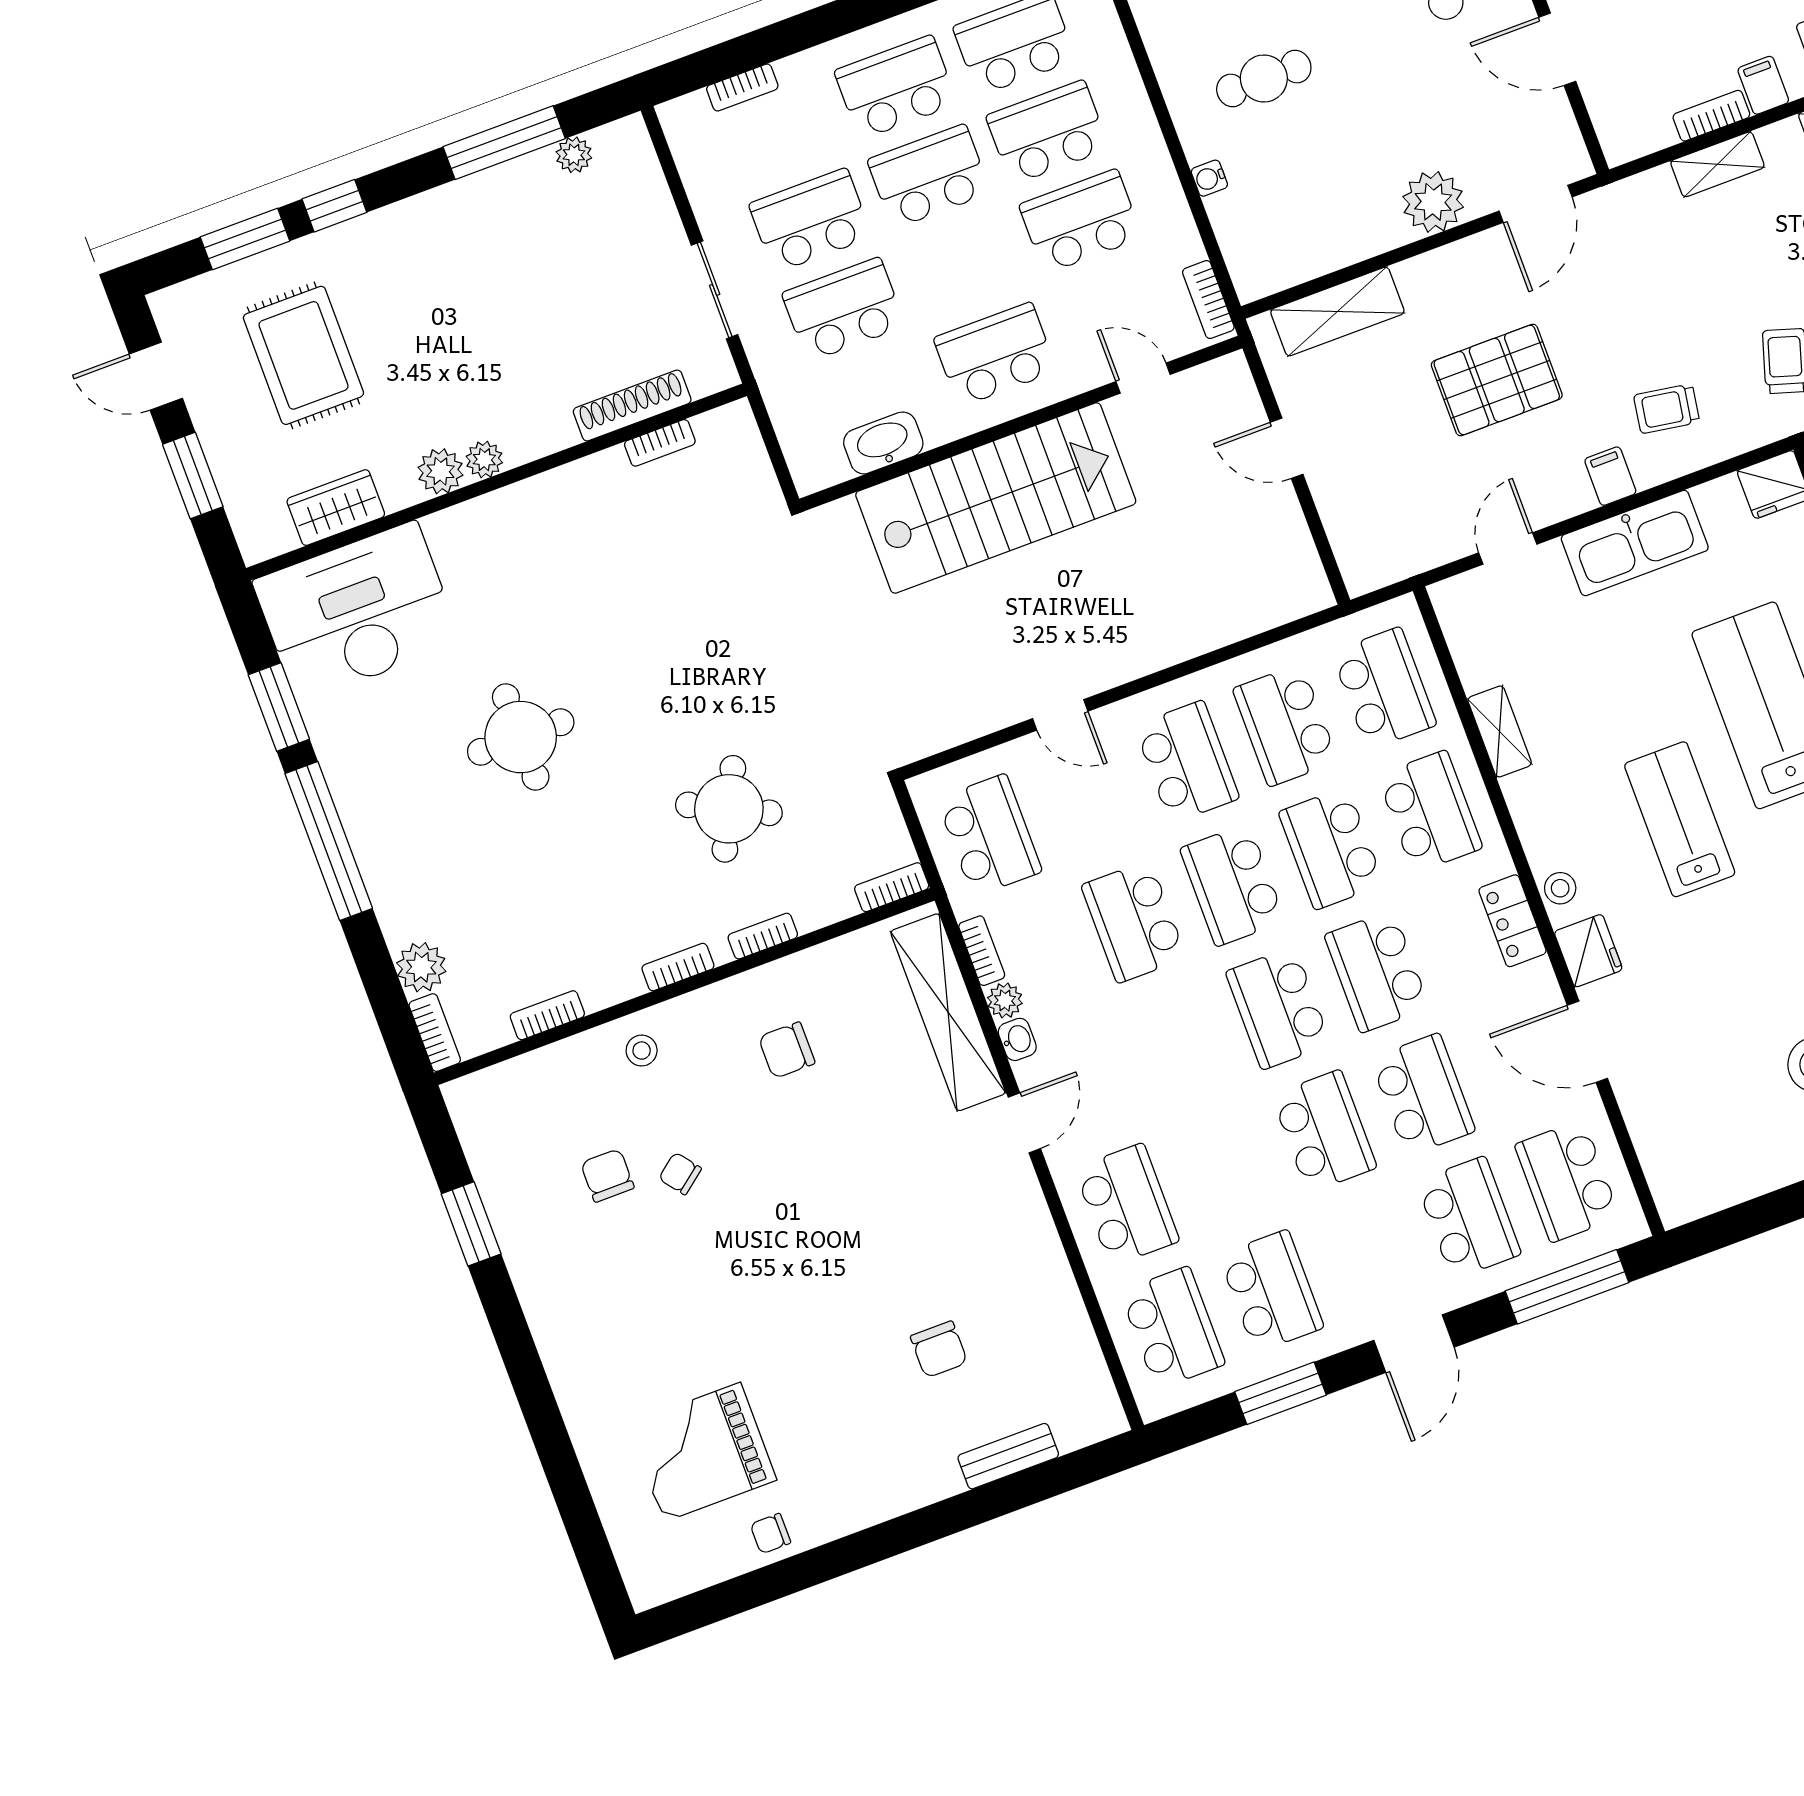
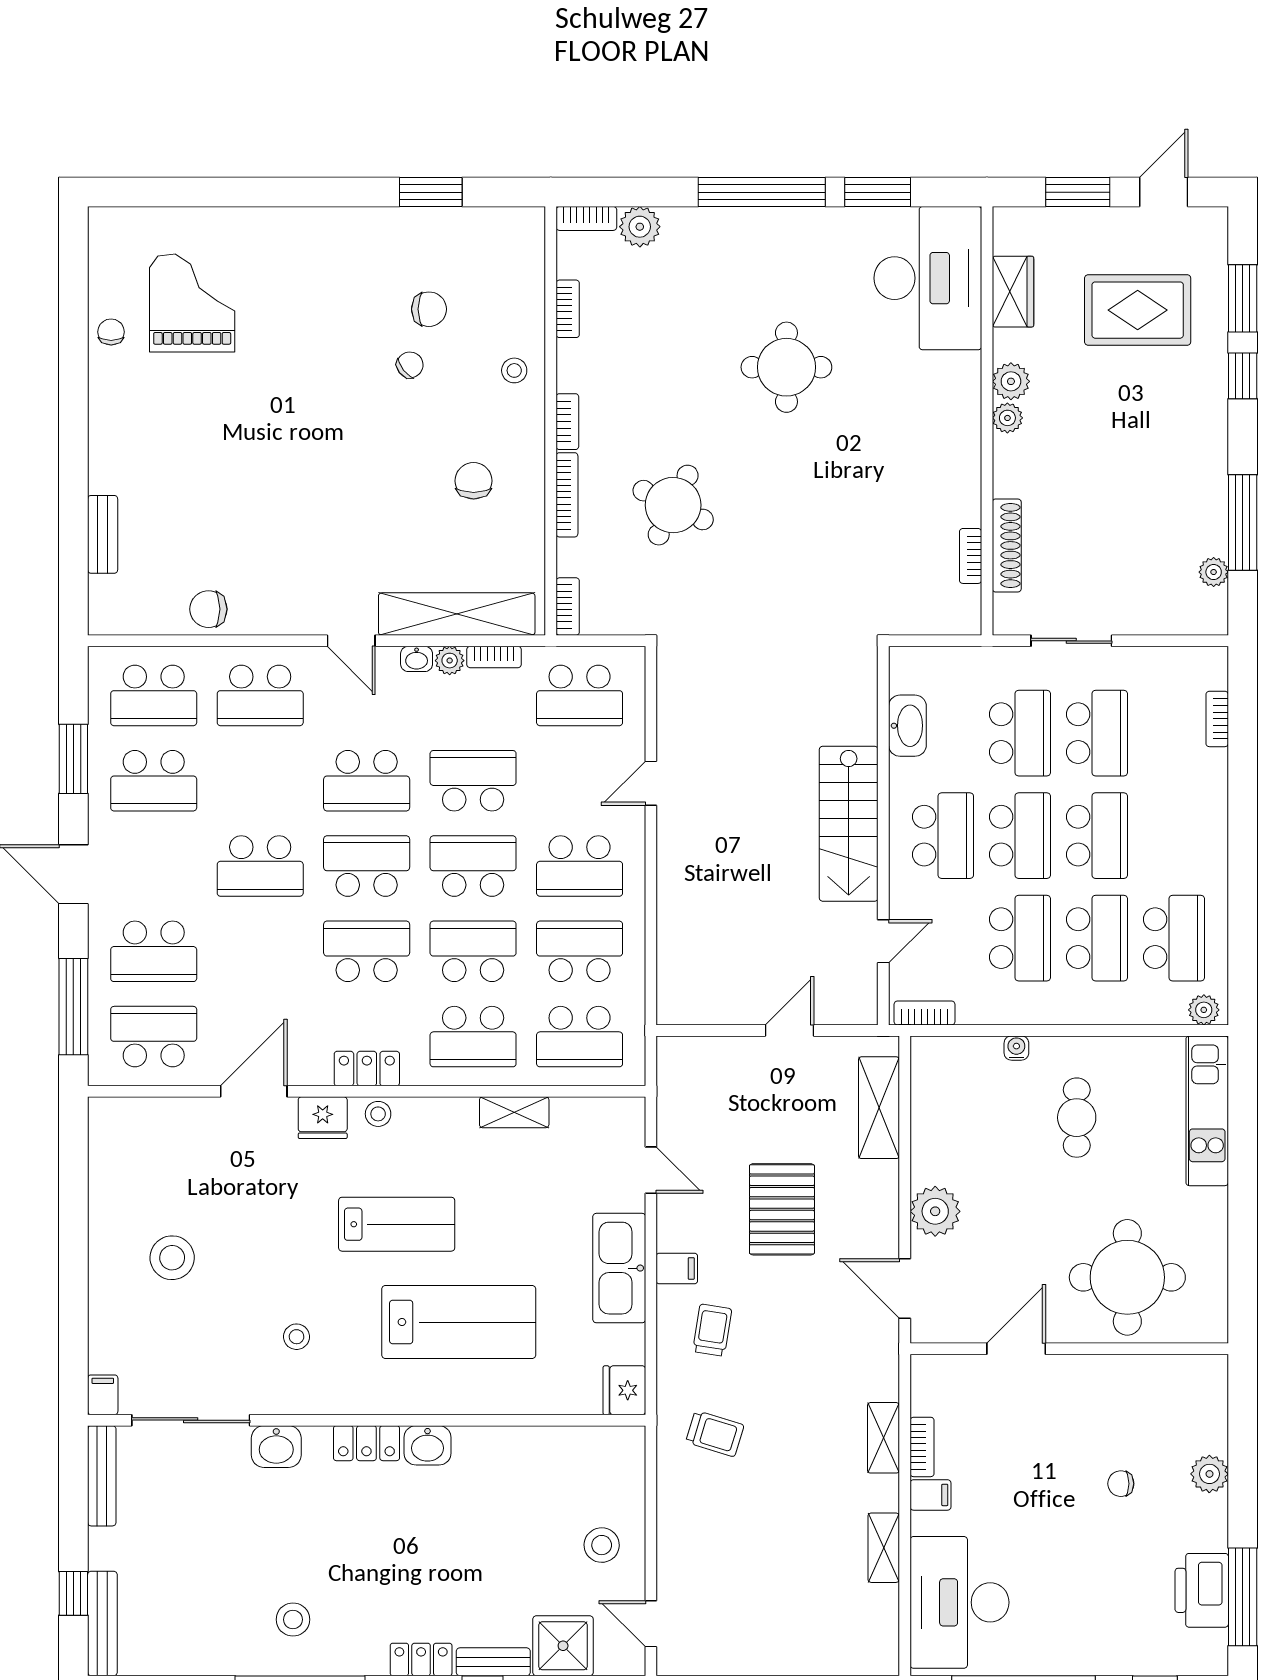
school desk: (896, 87) -> (1020, 836), moved
stairs: (996, 498) -> (849, 824), width x0.73, depth x0.66
bookcase: (763, 936) -> (567, 495), width x1.56
school desk: (1423, 1095) -> (367, 781), moved
chair: (939, 1349) -> (208, 609), moved

